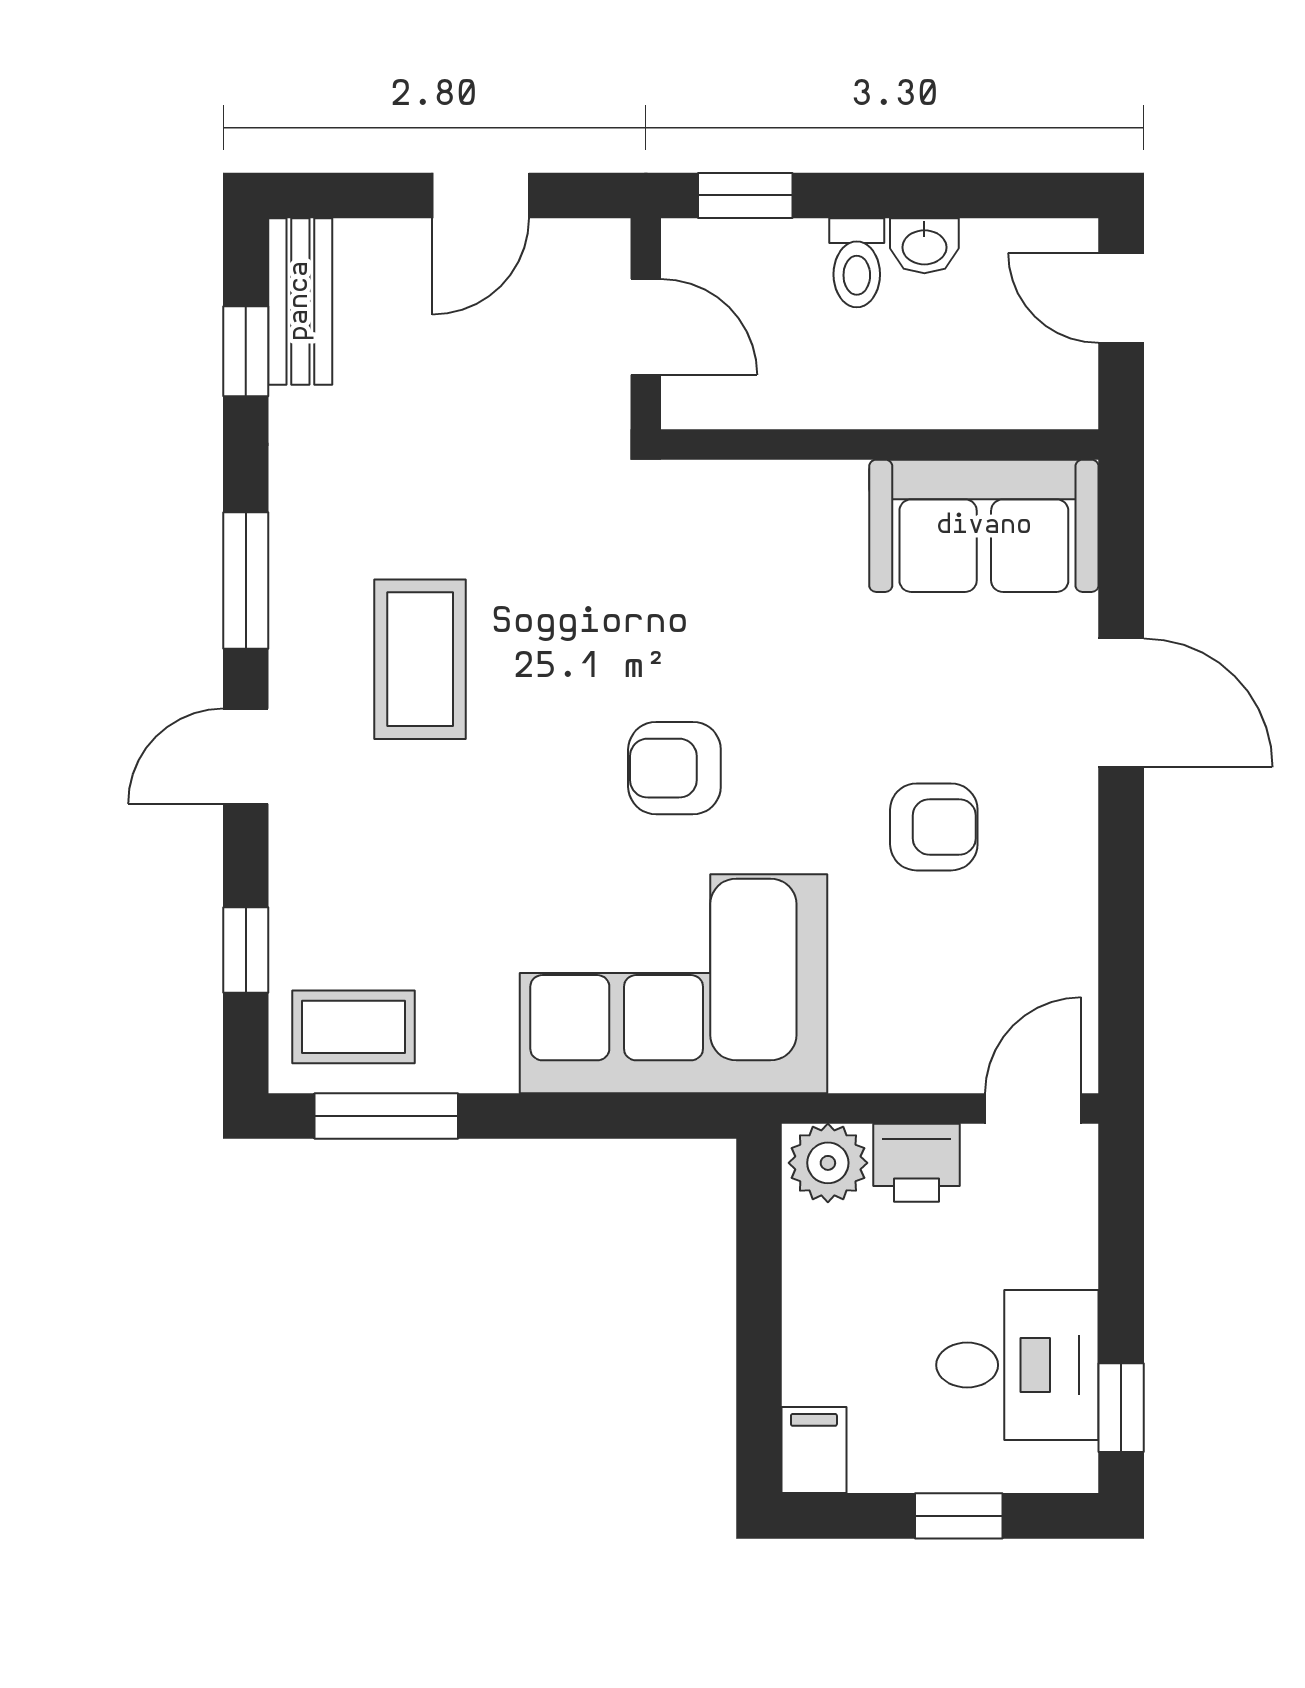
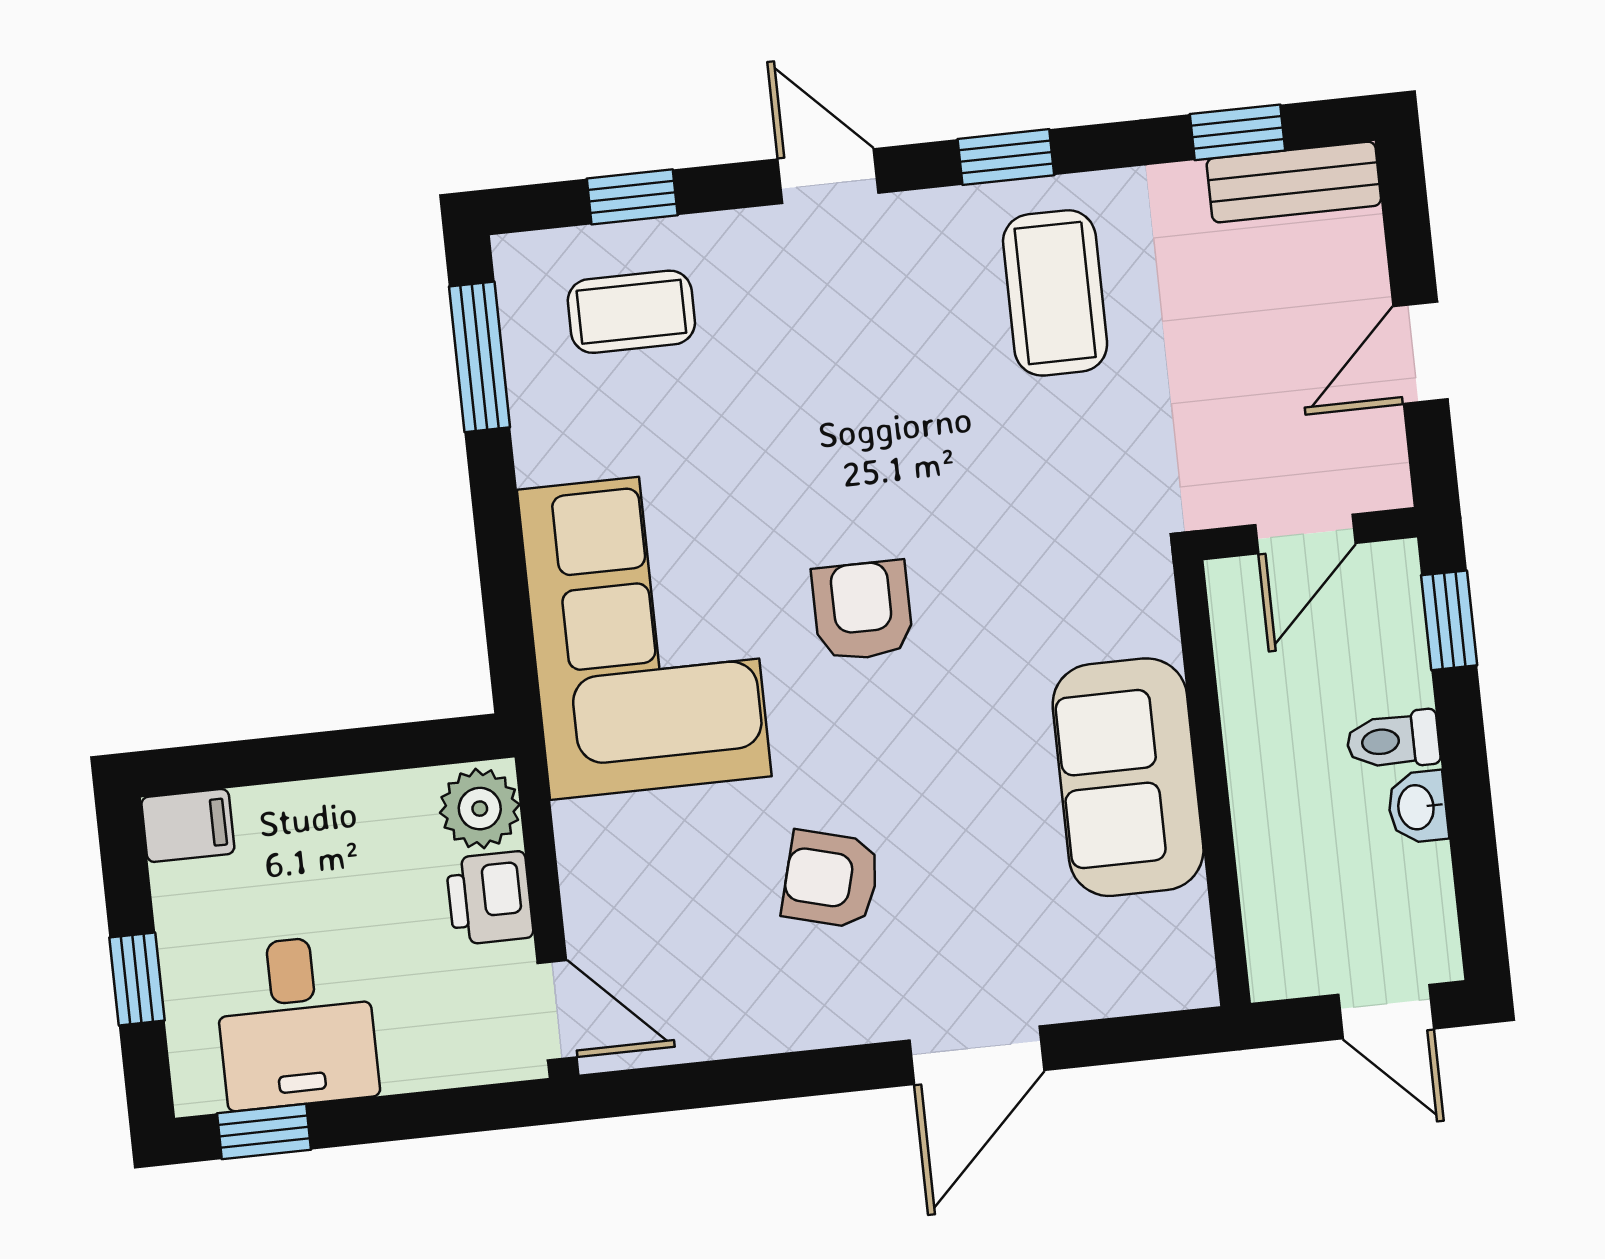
door: (481, 195) -> (1421, 353), hinge flipped
door: (1121, 298) -> (1386, 1012), swing flipped
sofa: (984, 526) -> (1128, 777), moved
window: (246, 580) -> (1006, 157), width x0.67
coffee table: (420, 659) -> (1055, 293), moved, turned 90
armchair: (934, 827) -> (831, 879), turned 105
coffee table: (354, 1027) -> (631, 312), moved, turned 90

